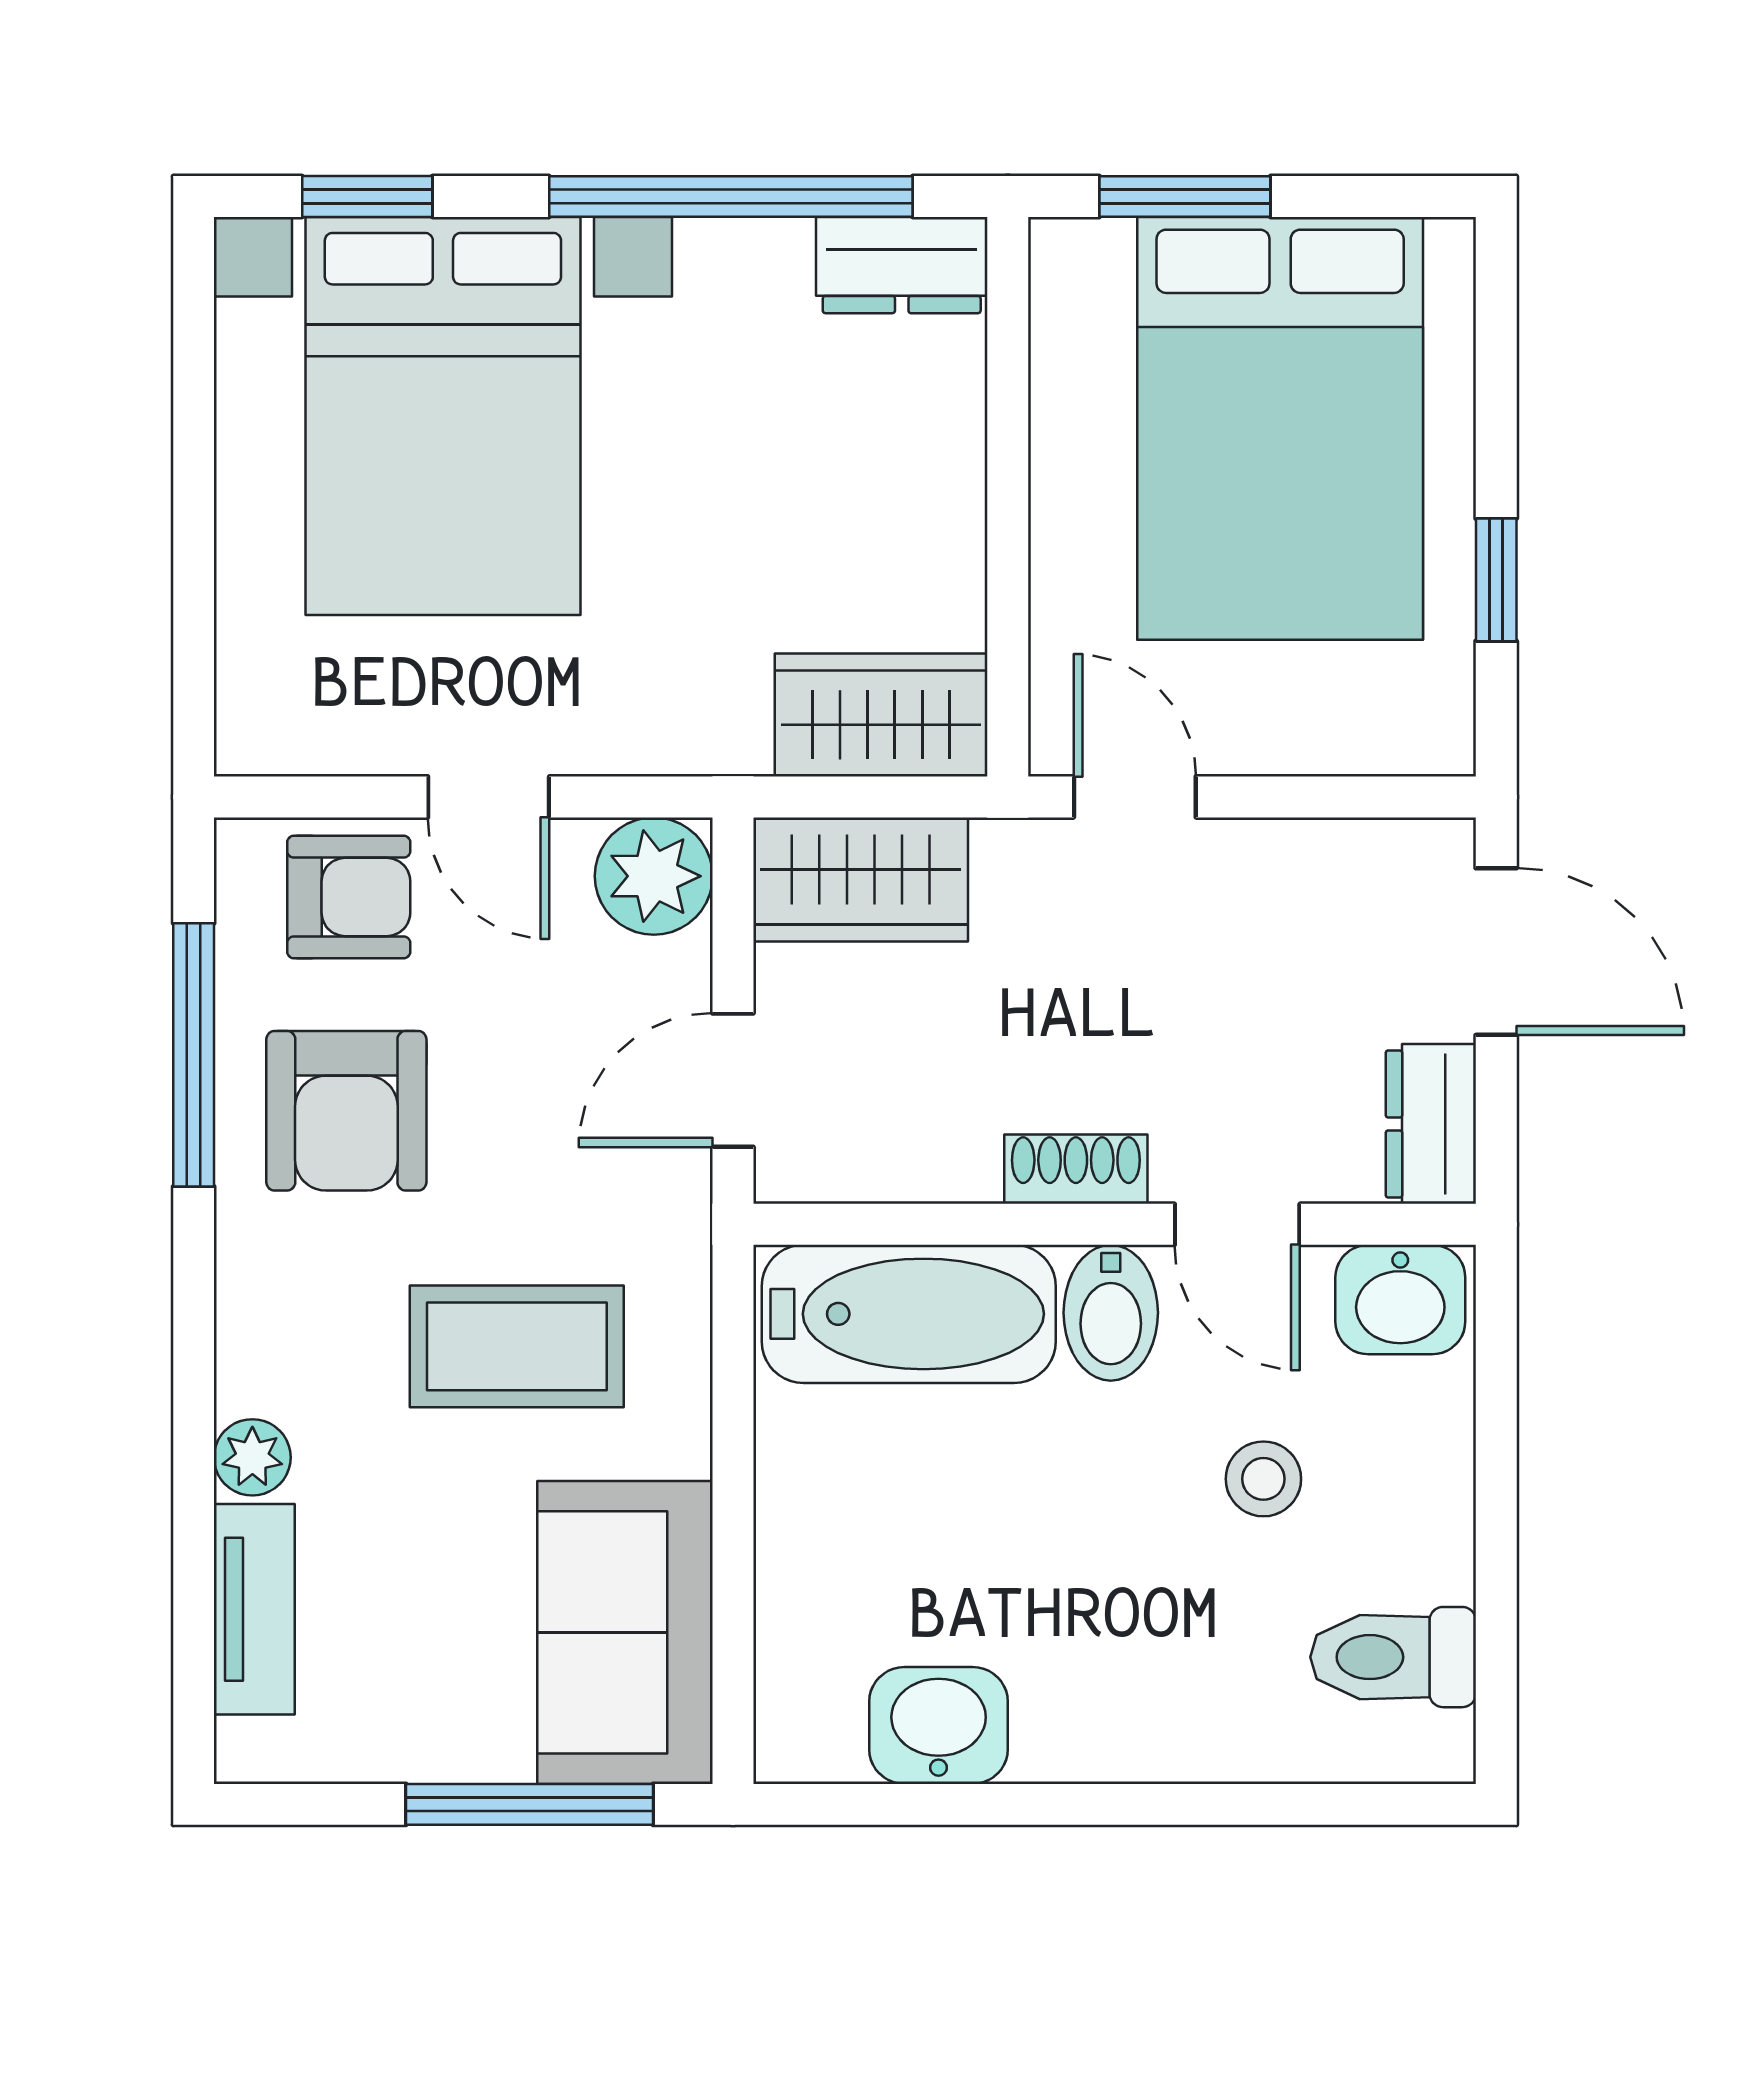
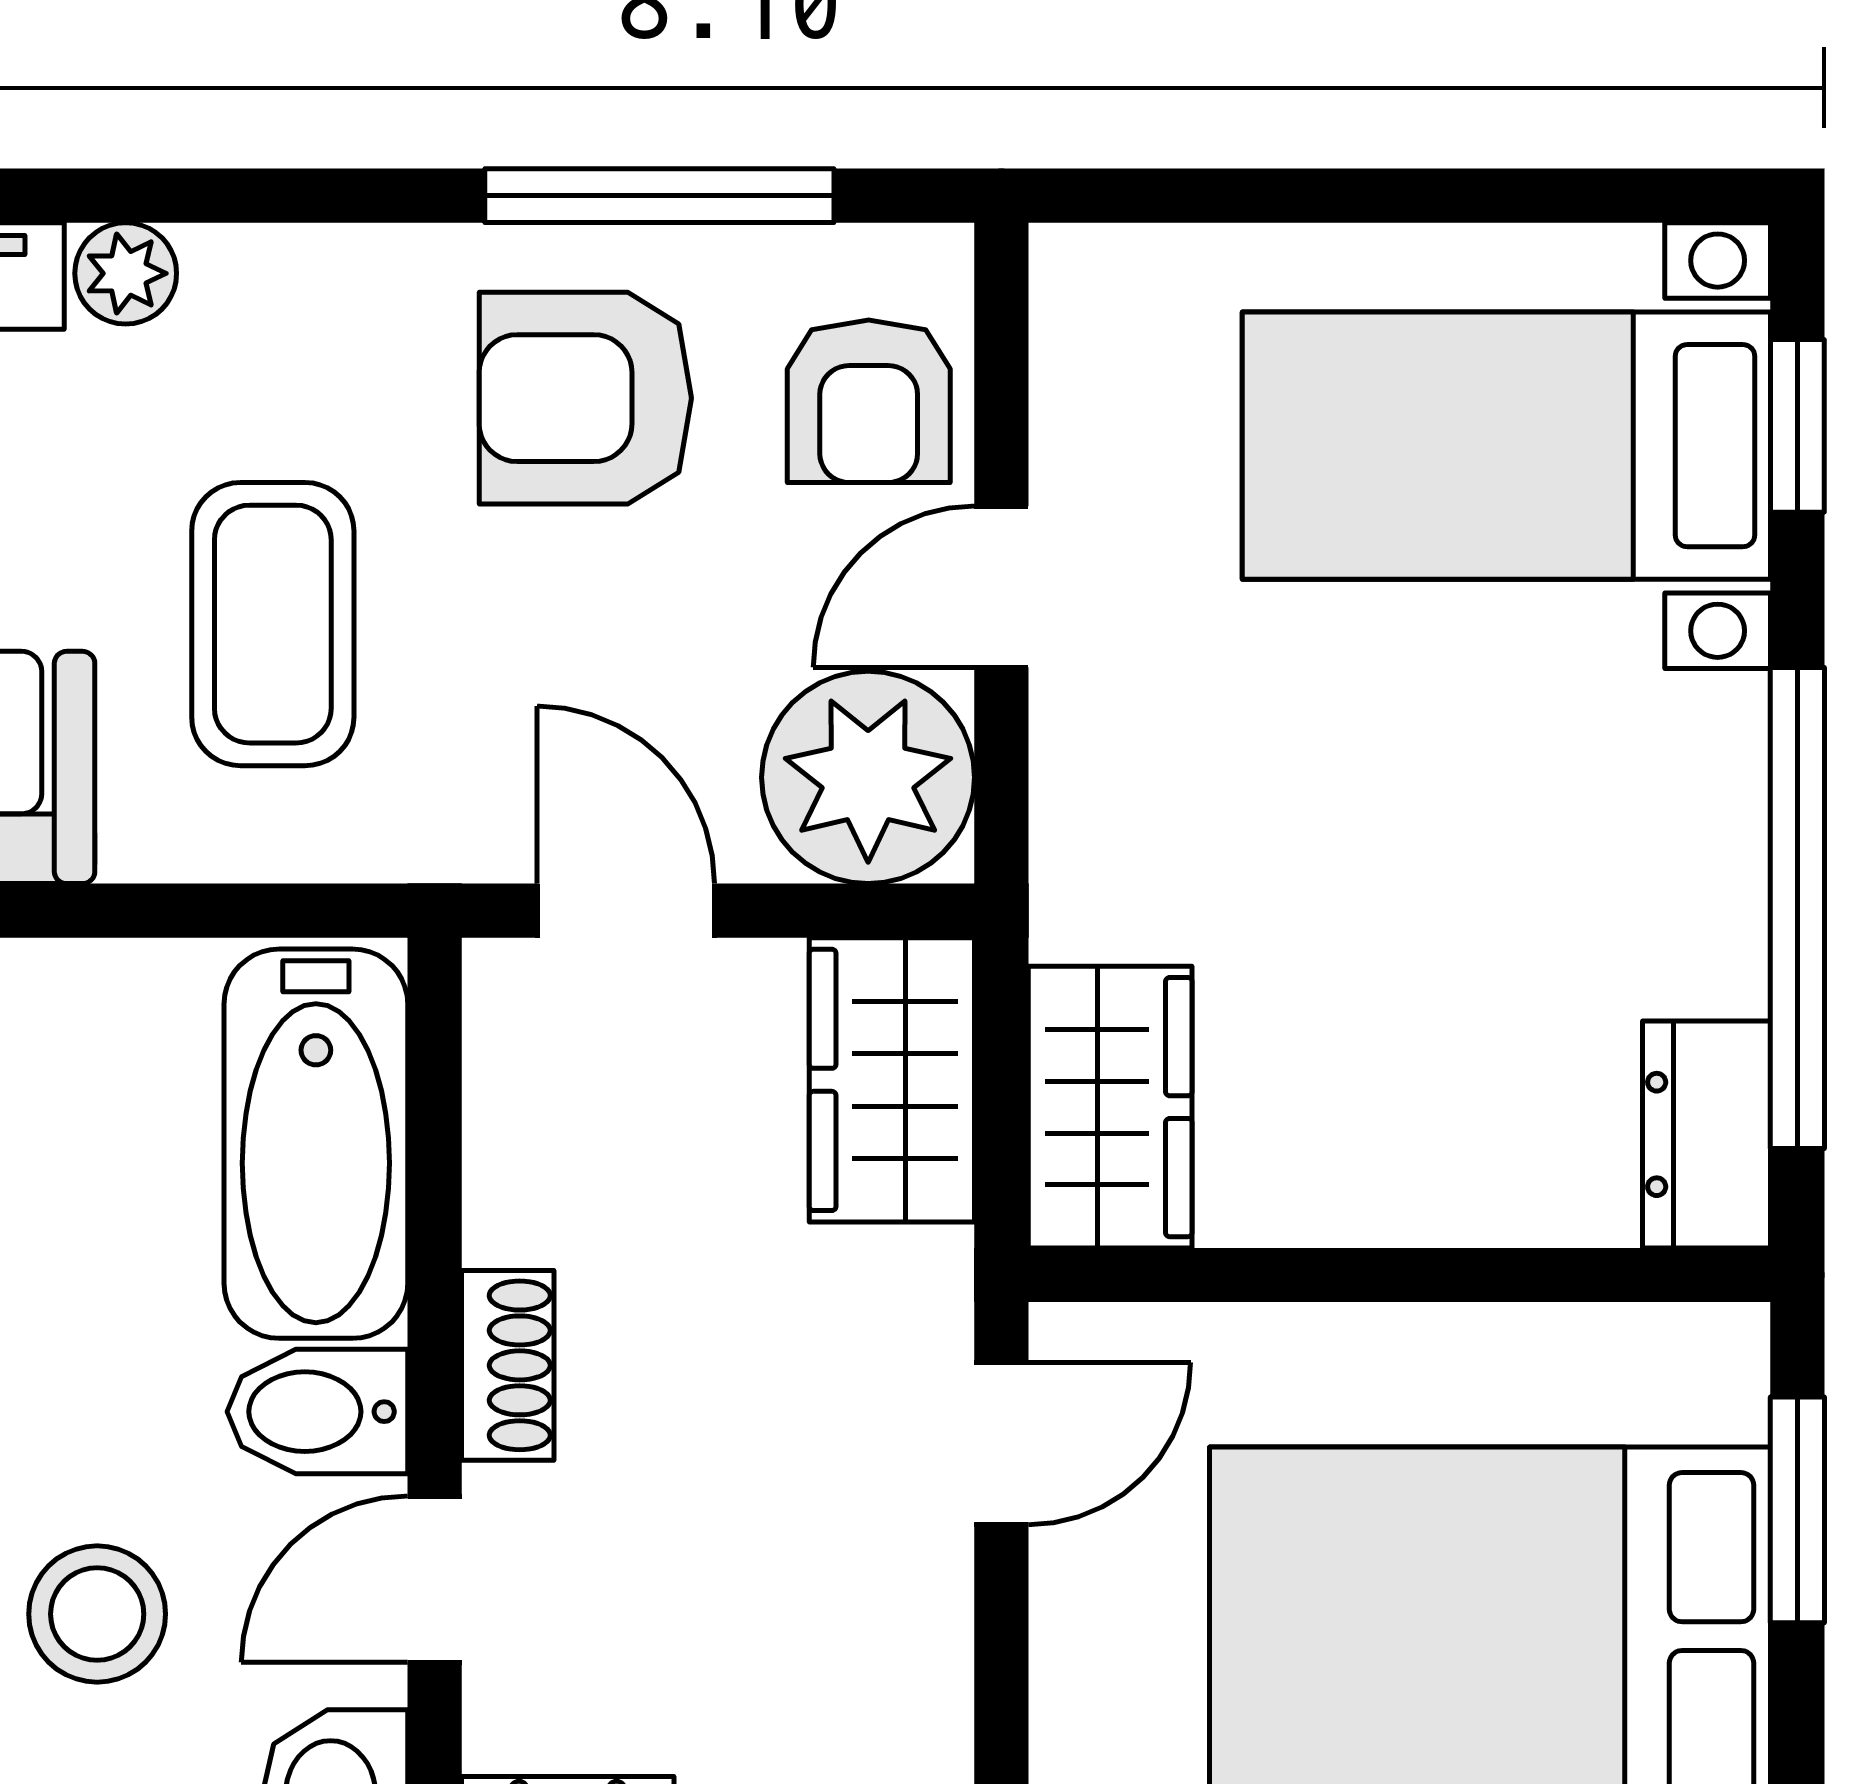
bed with nightstands: (443, 416) -> (1506, 446), width x0.73
plant: (654, 876) -> (868, 777), width x1.36, depth x1.36
stool: (1263, 1479) -> (97, 1614), width x1.37, depth x1.37

